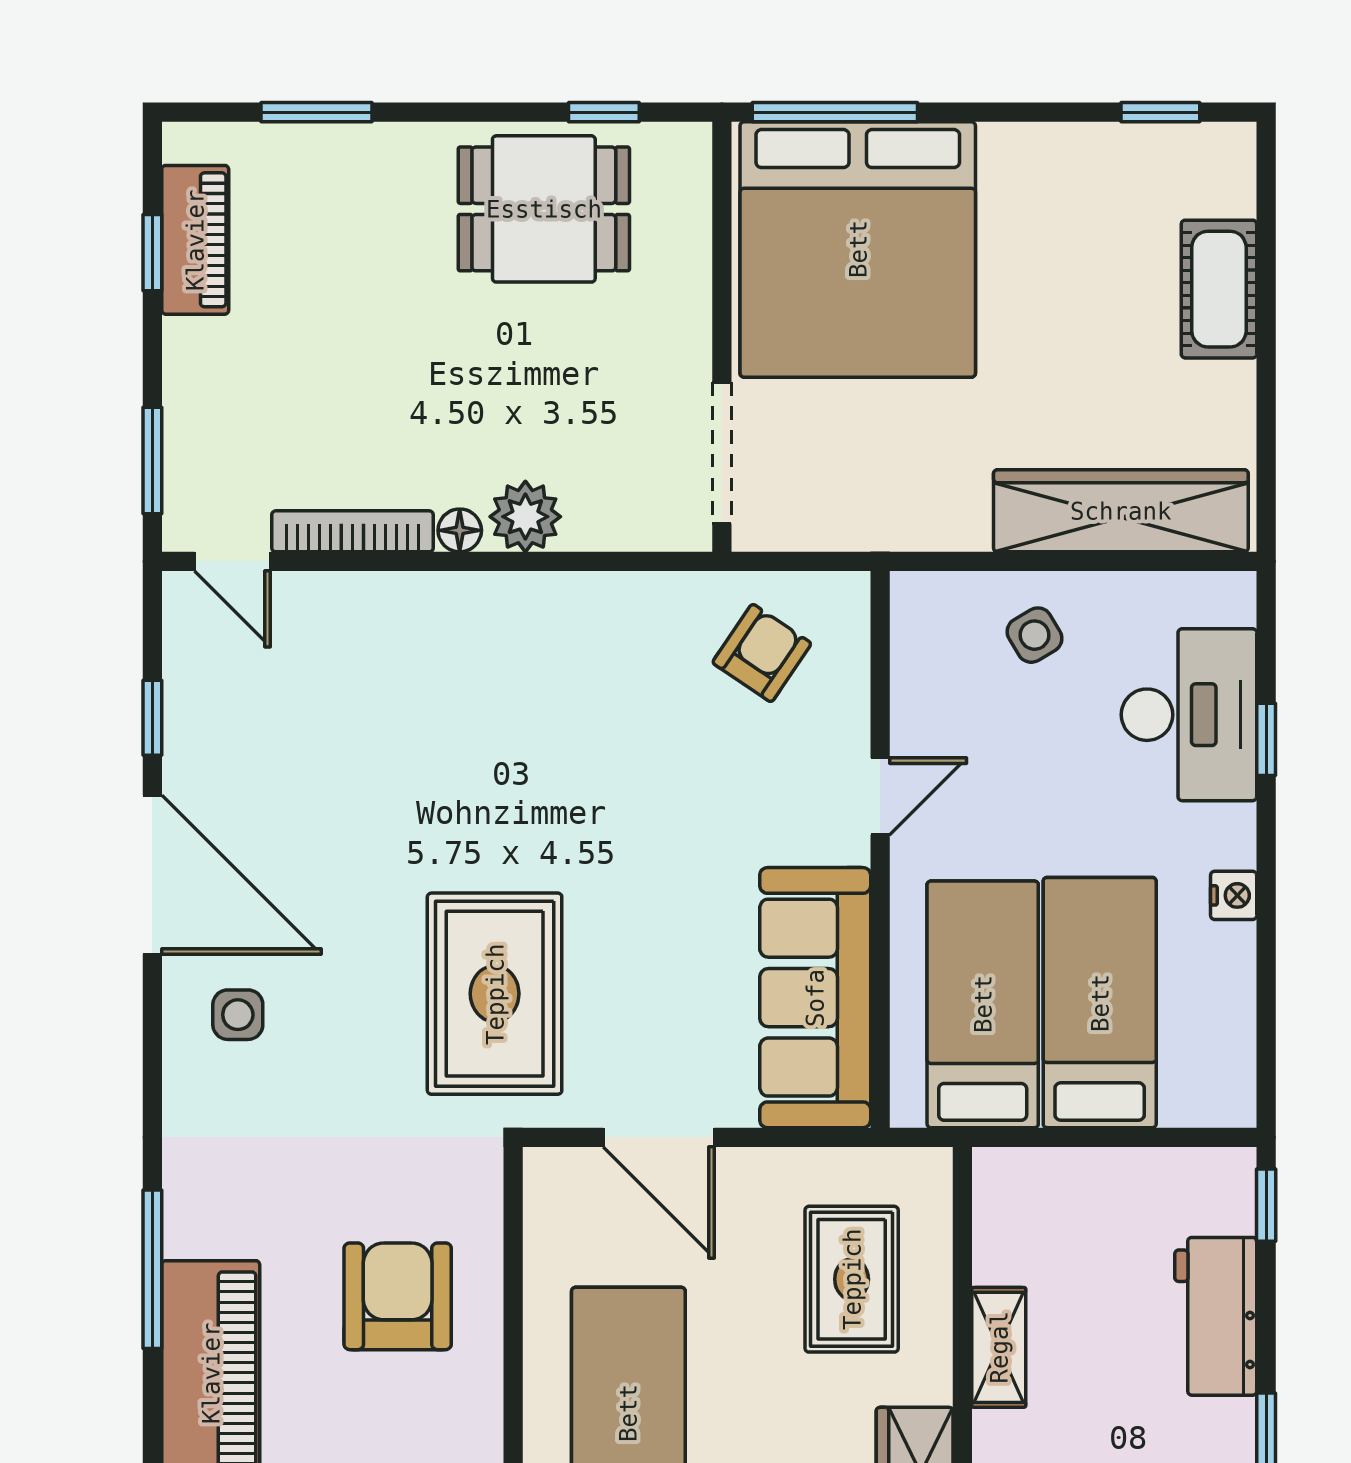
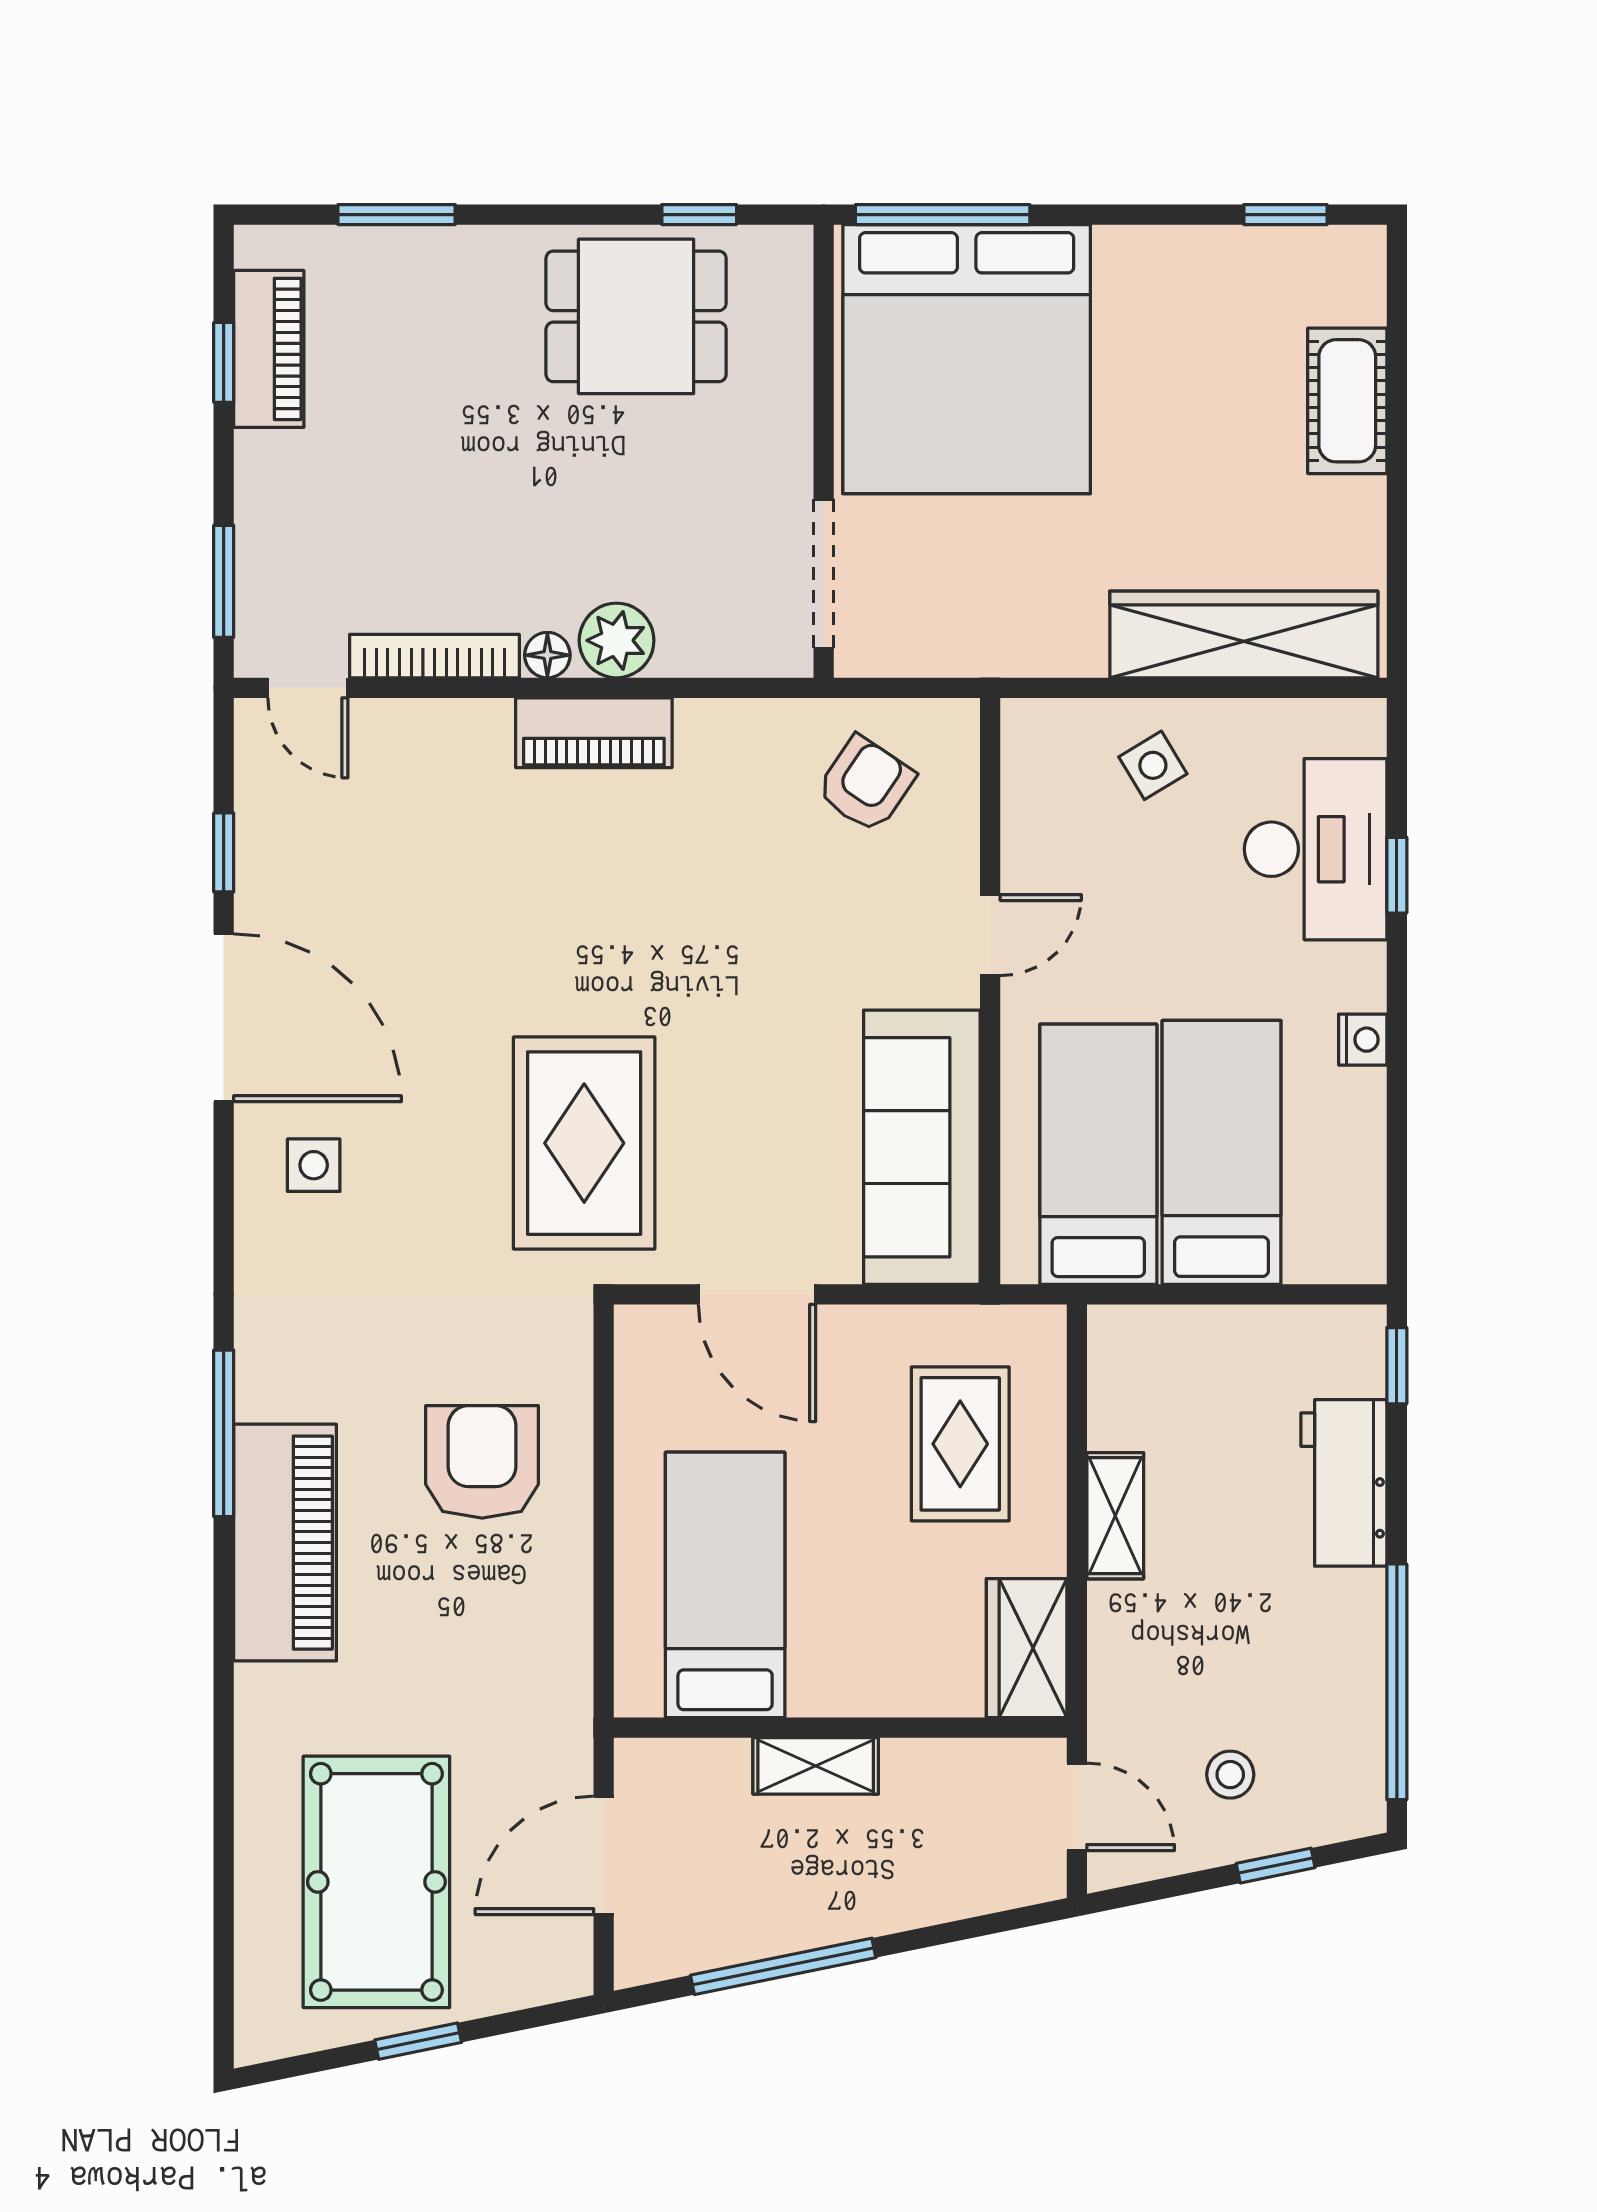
piano: (504, 604) -> (594, 733), added

